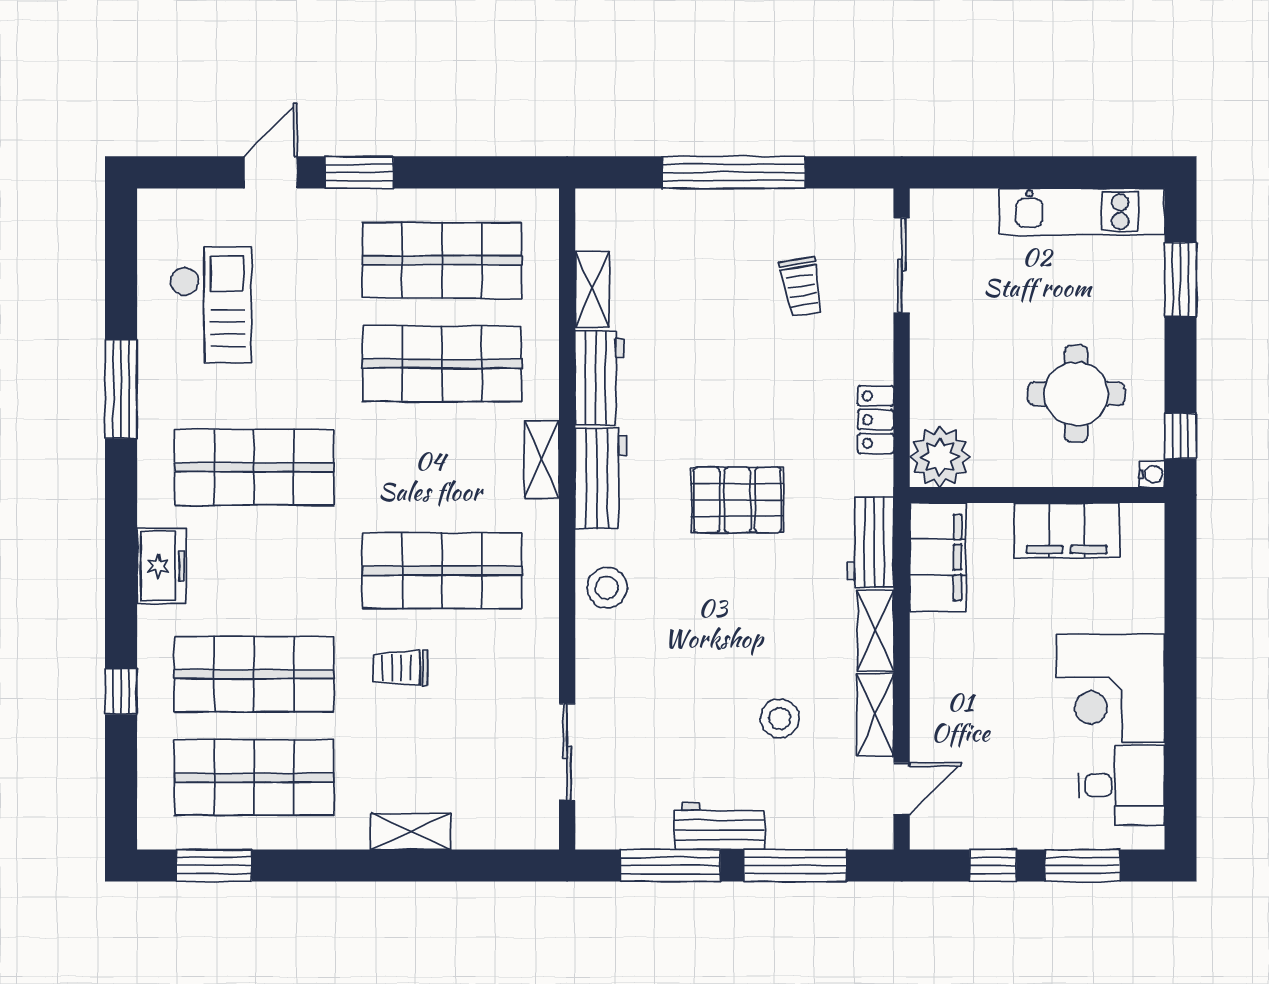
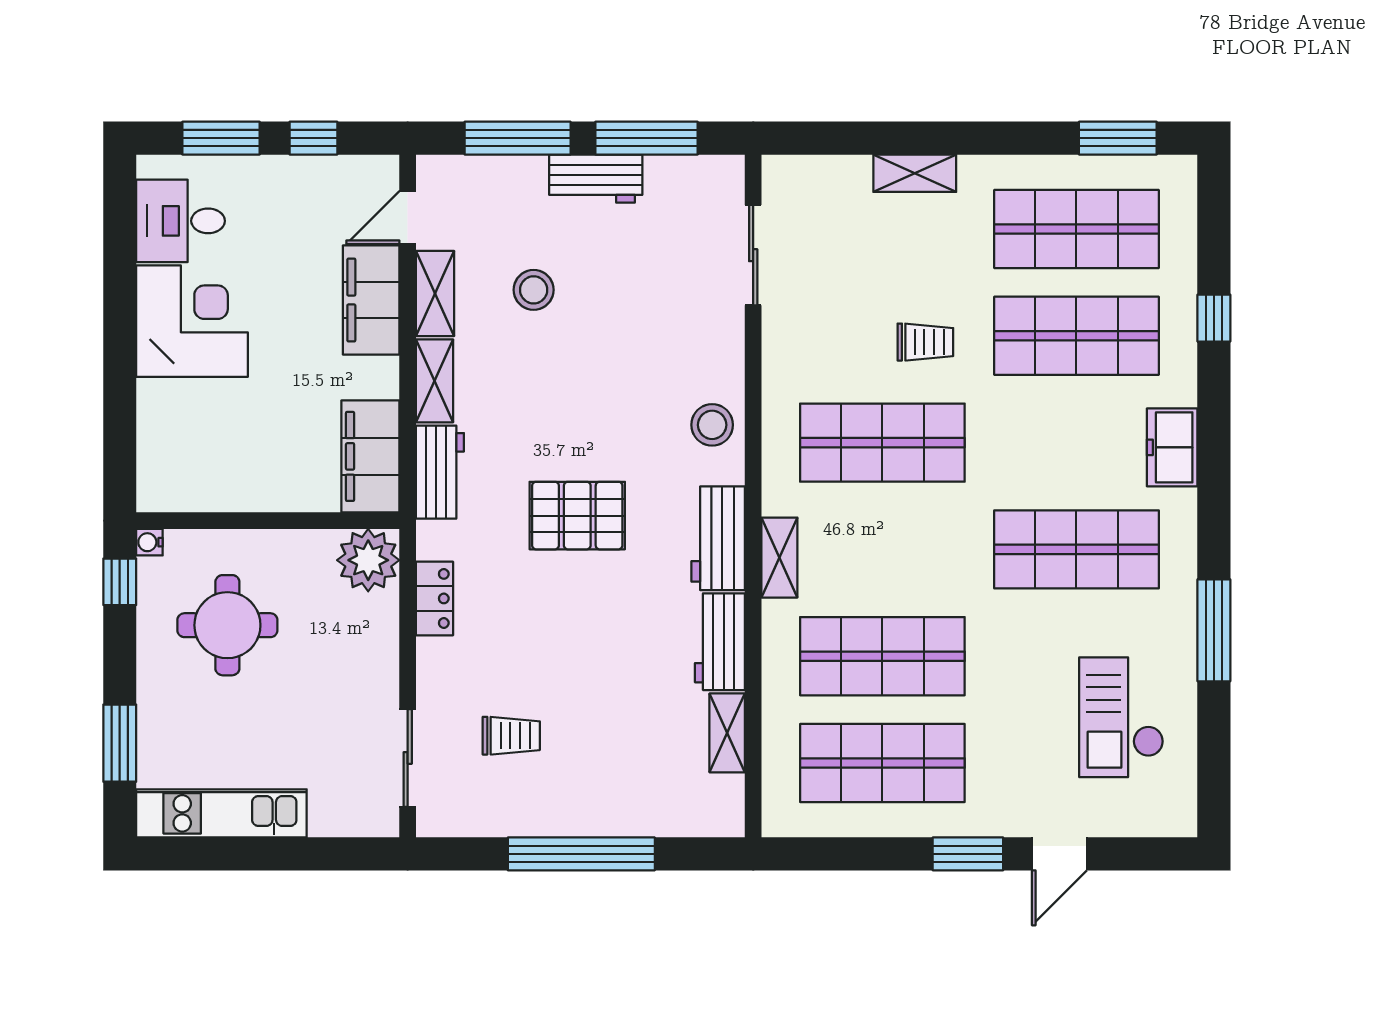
trolley: (801, 287) -> (511, 736), turned 100
filing cabinet: (1067, 530) -> (371, 300), moved, turned -90

